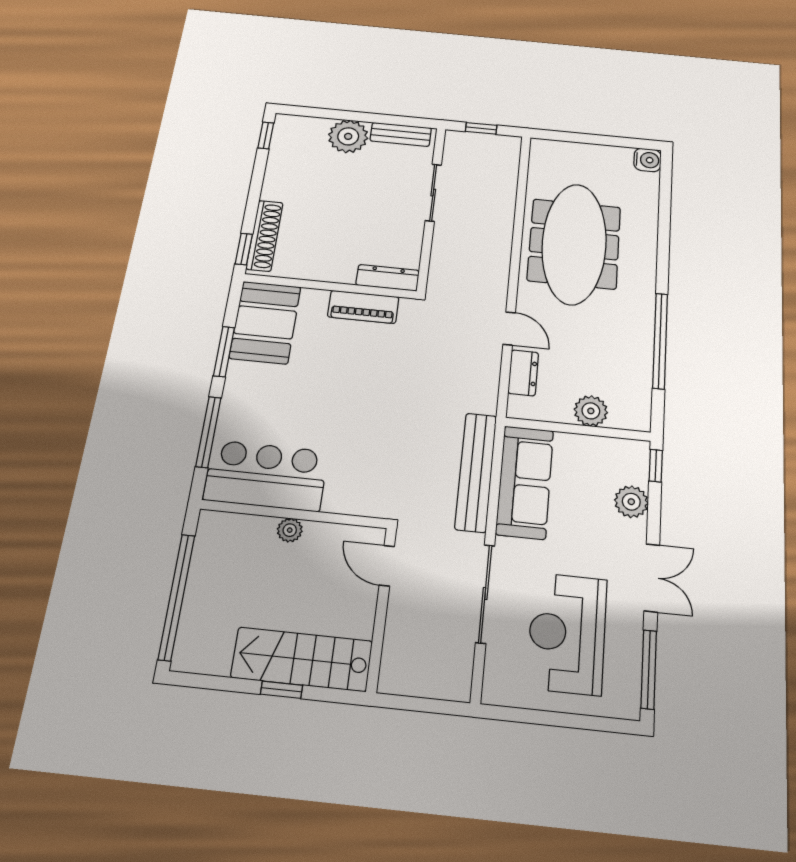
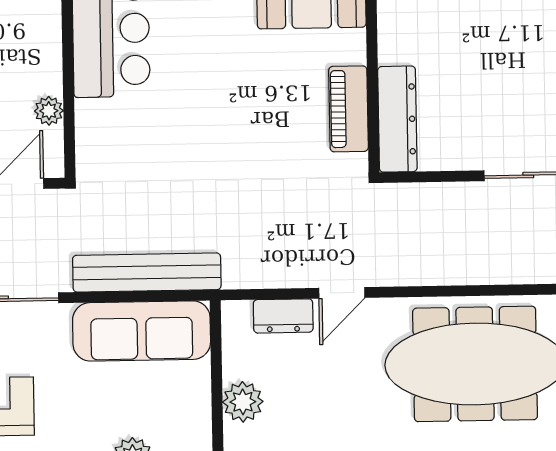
dresser: (388, 278) -> (397, 119), width x1.37, depth x1.24
plant: (290, 530) -> (49, 111), moved

